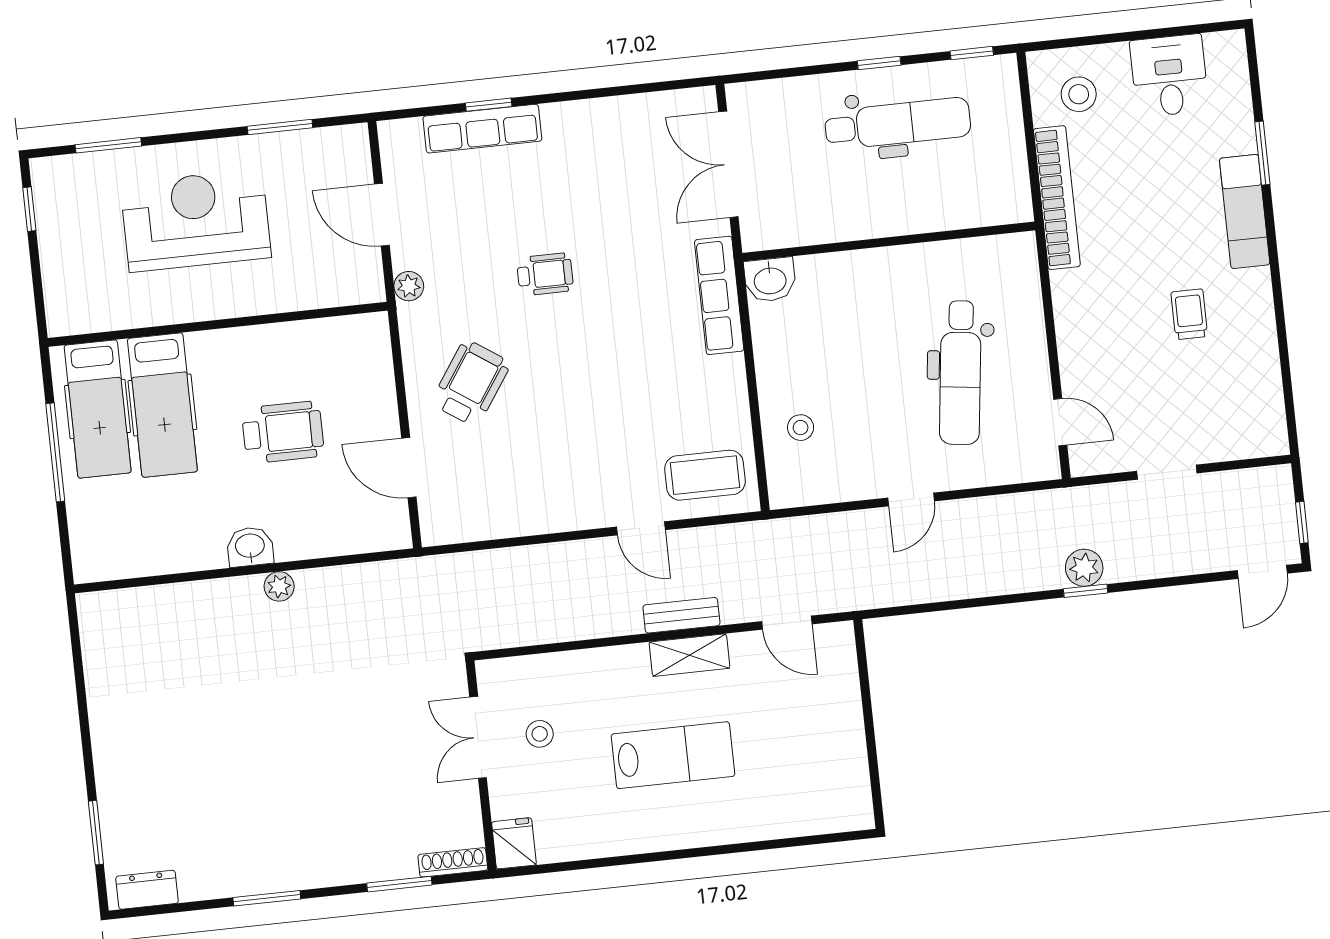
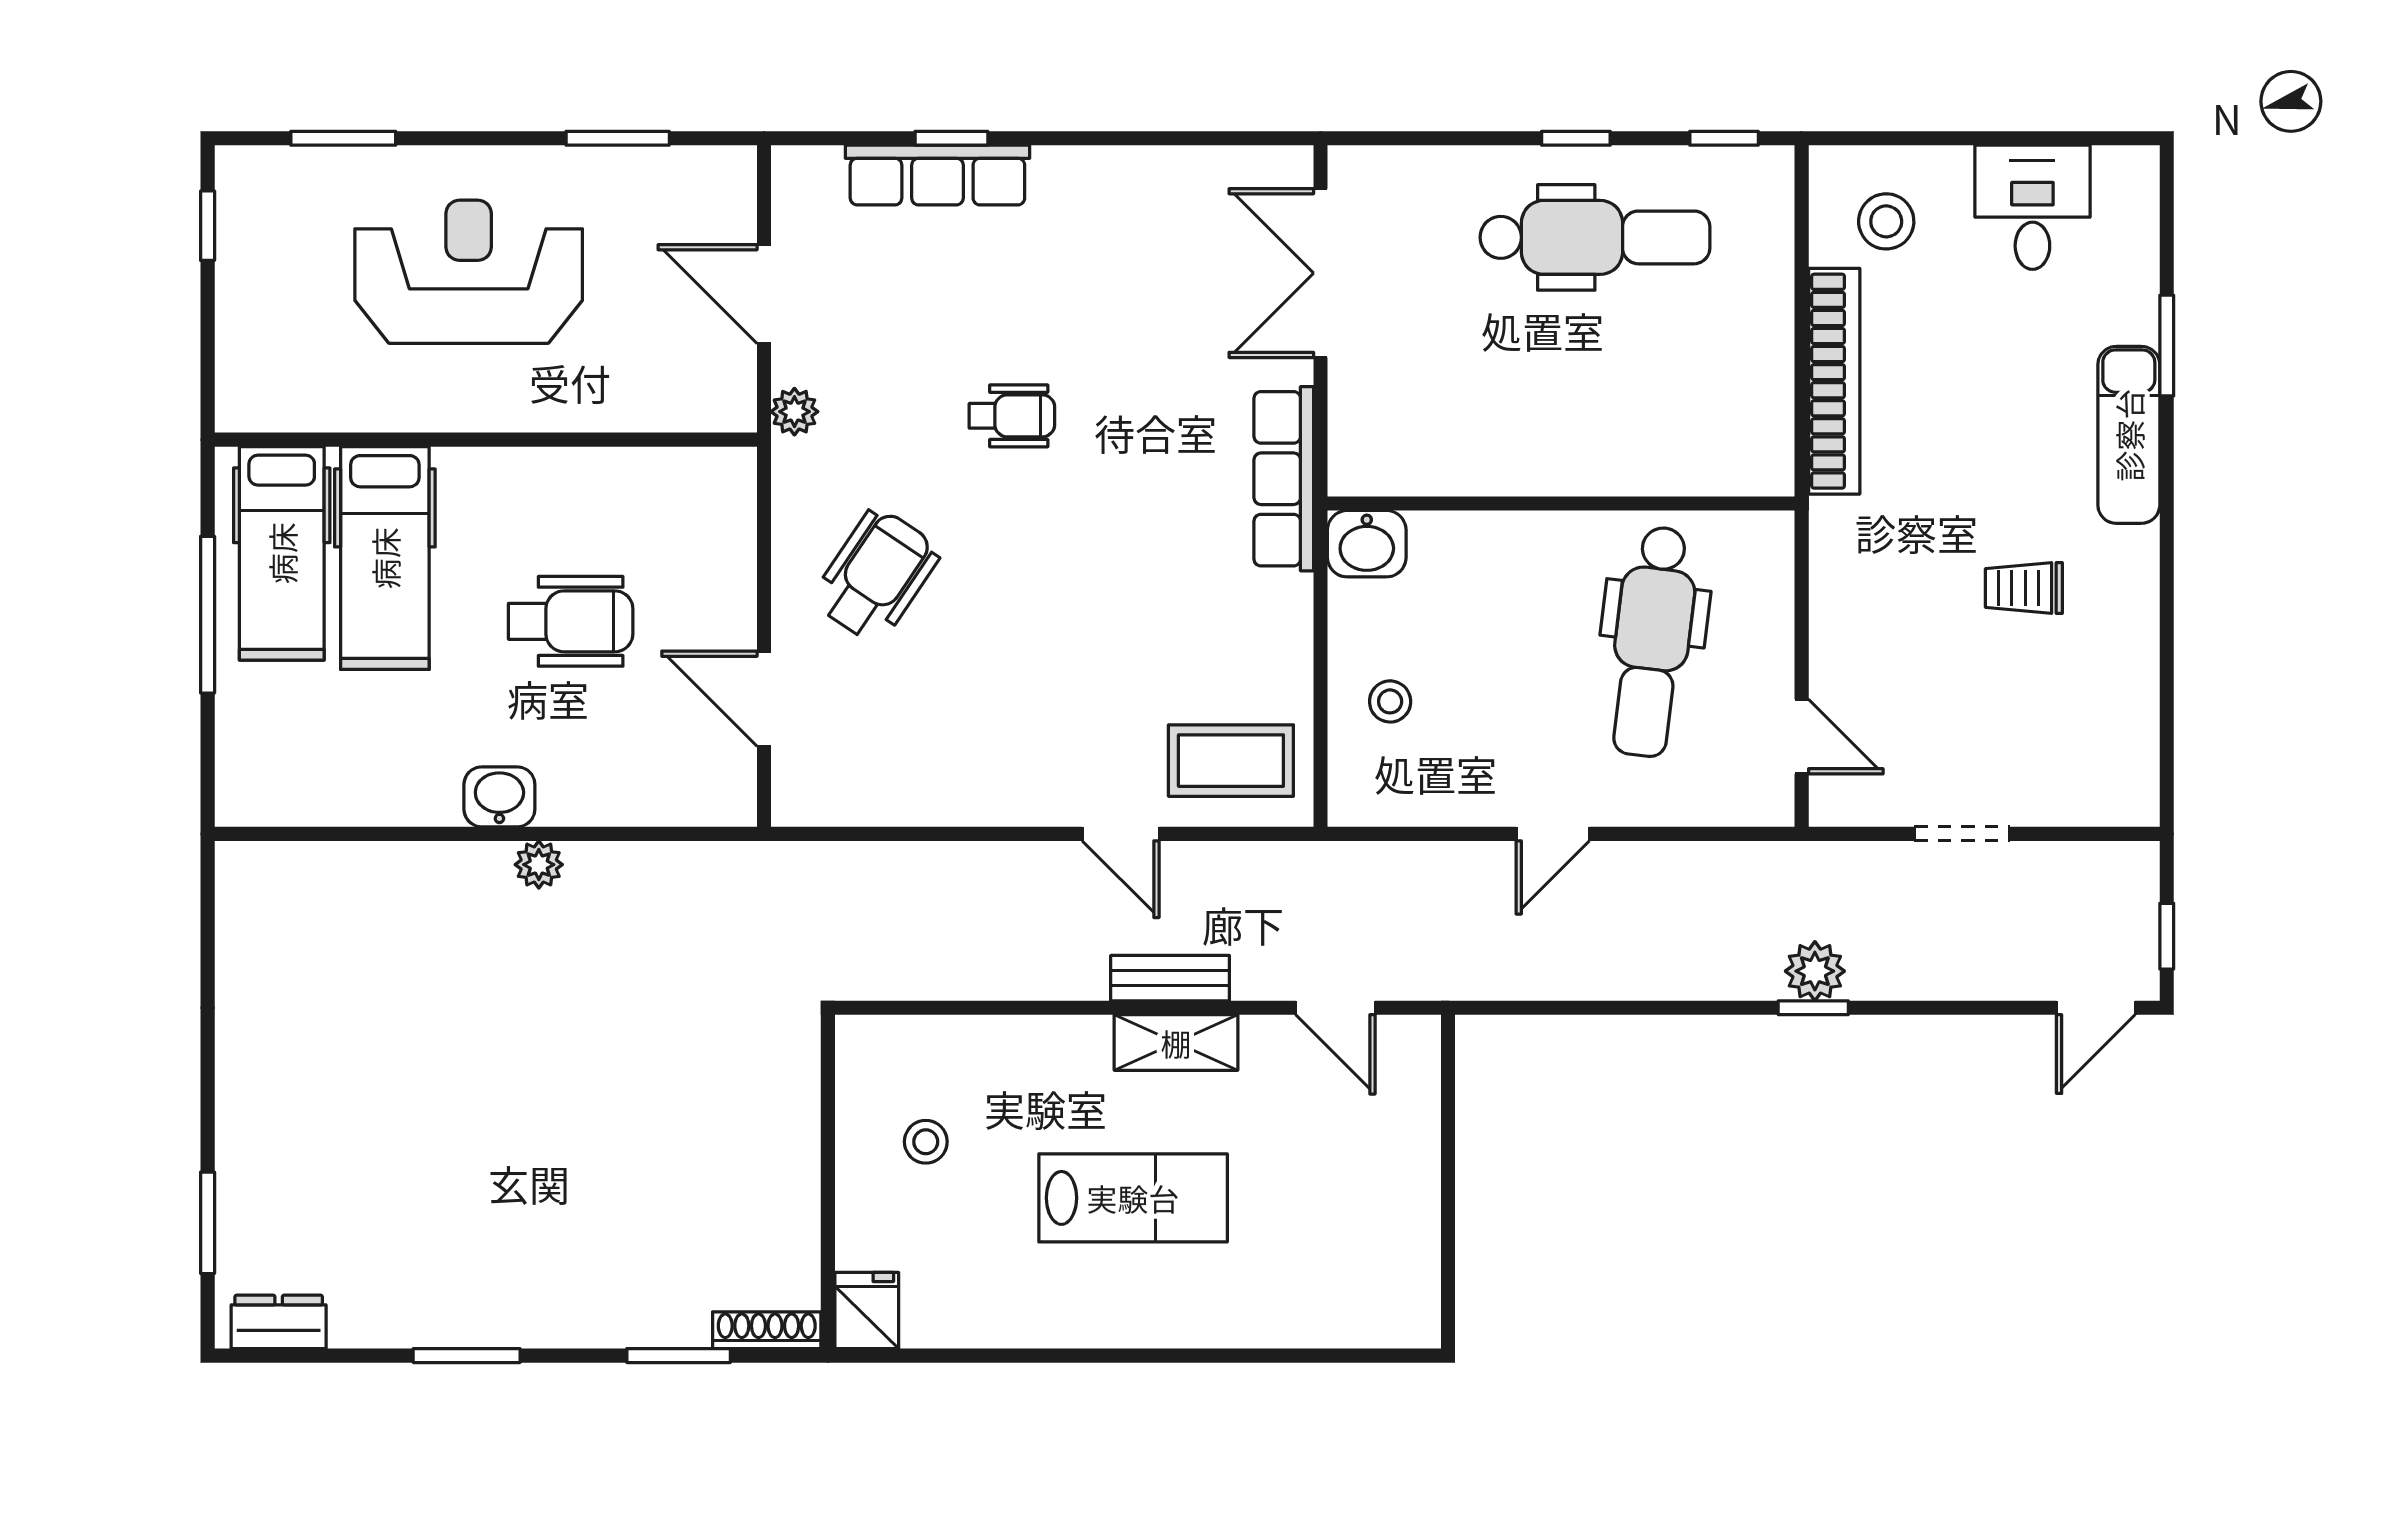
wall: (889, 242) -> (1561, 503), moved
washbasin: (770, 280) -> (1367, 544), moved
trolley: (1189, 314) -> (2024, 588), turned -90
double door: (478, 737) -> (828, 1137), removed

